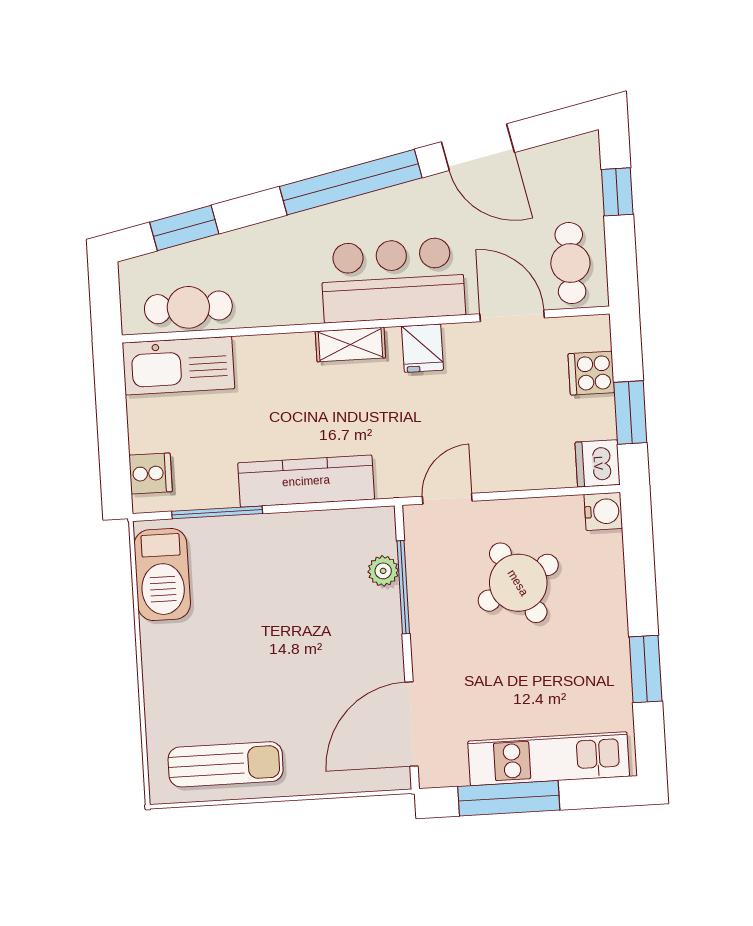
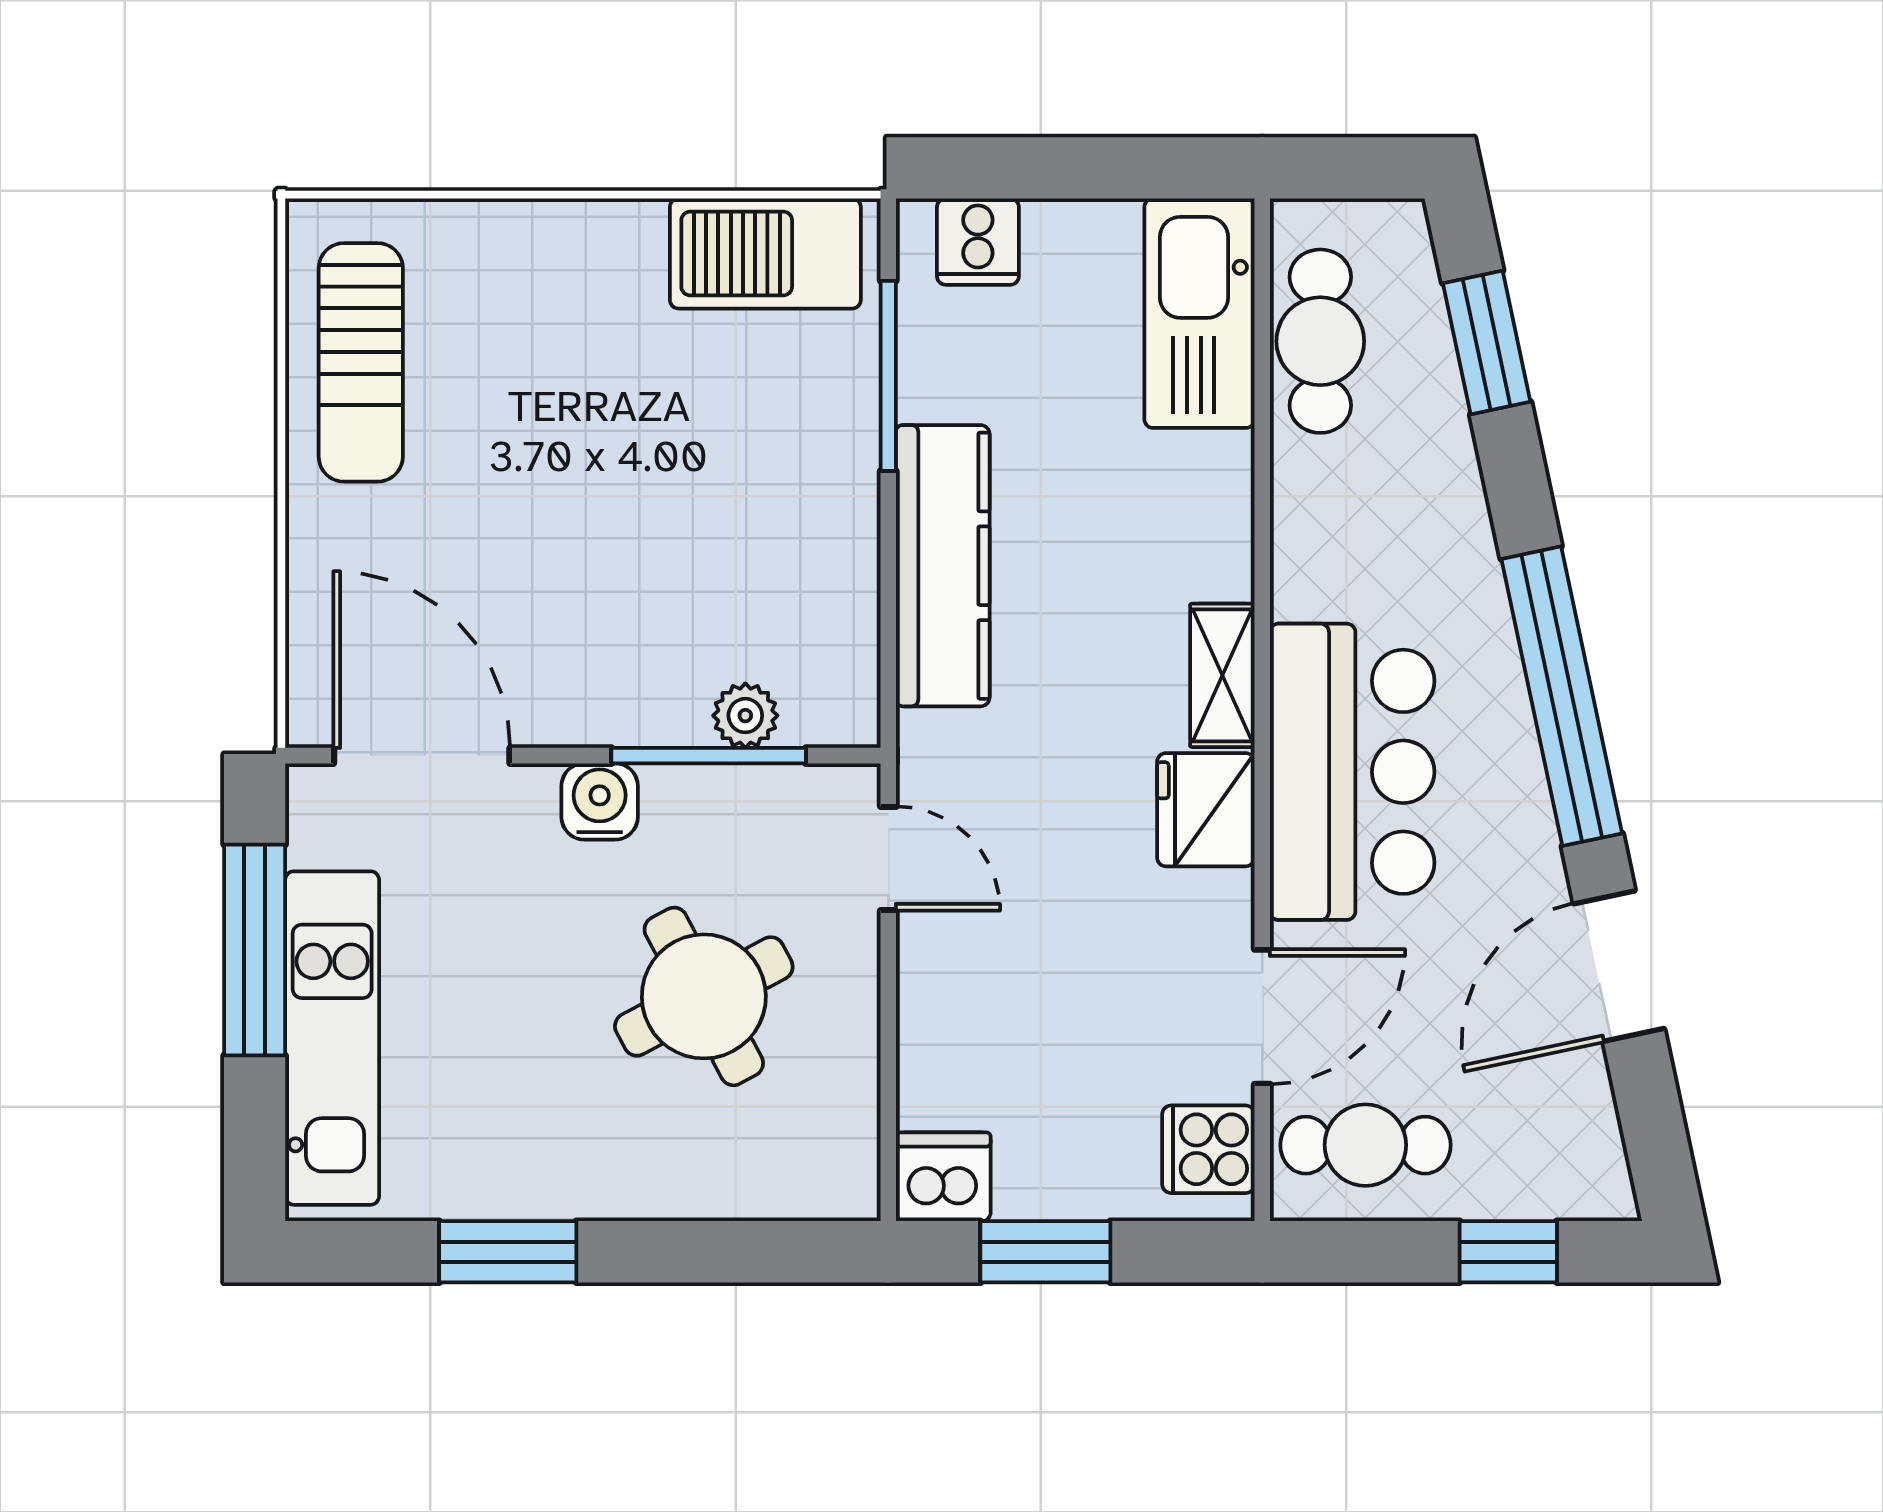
fridge: (422, 348) -> (1206, 810), width x1.38
cooker: (591, 373) -> (1208, 1149), moved, turned -90
water cooler: (603, 511) -> (600, 801), moved, turned 180

